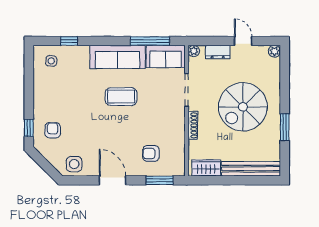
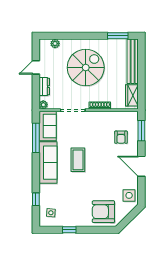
plant: (274, 51) -> (55, 44), moved
spiral stairs: (243, 107) -> (86, 68), turned -90
window: (285, 127) -> (118, 36), moved
window: (29, 128) -> (69, 230), moved
armchair: (53, 130) -> (103, 212), width x1.88, depth x1.88
door: (112, 180) -> (141, 166), hinge flipped

